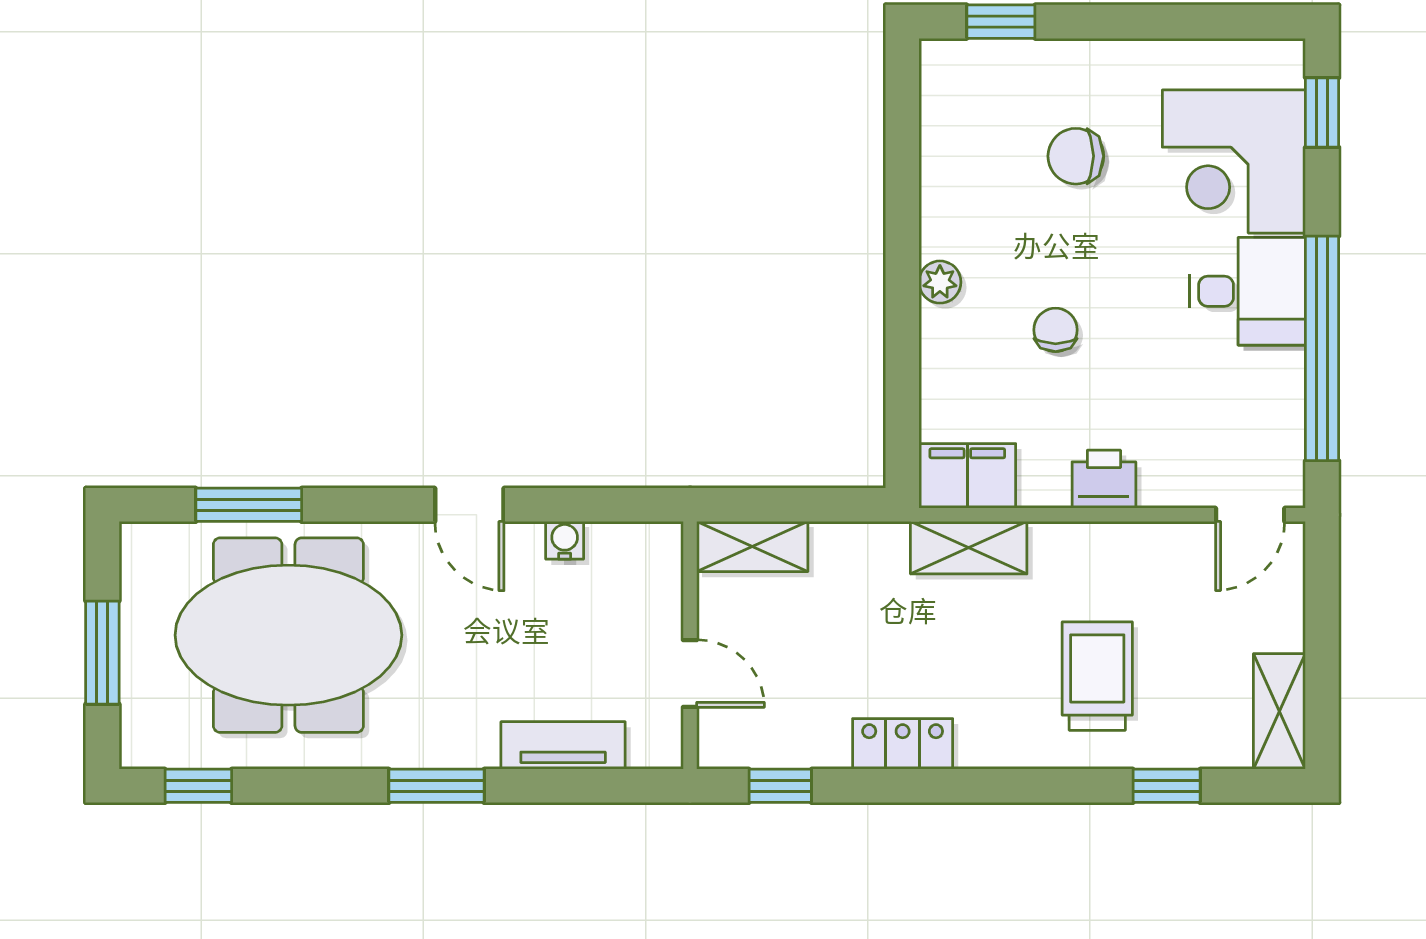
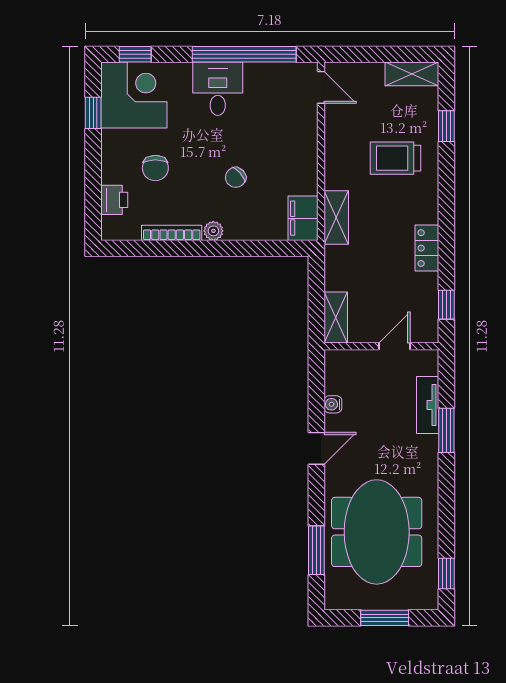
window: (1001, 22) -> (93, 113), moved
corner desk: (1234, 161) -> (134, 95), moved, turned -90
bookcase: (935, 192) -> (172, 233), added
chair: (1056, 330) -> (236, 177), turned -42
printer: (1104, 479) -> (114, 200), moved, turned 180
window: (437, 786) -> (446, 430), moved

